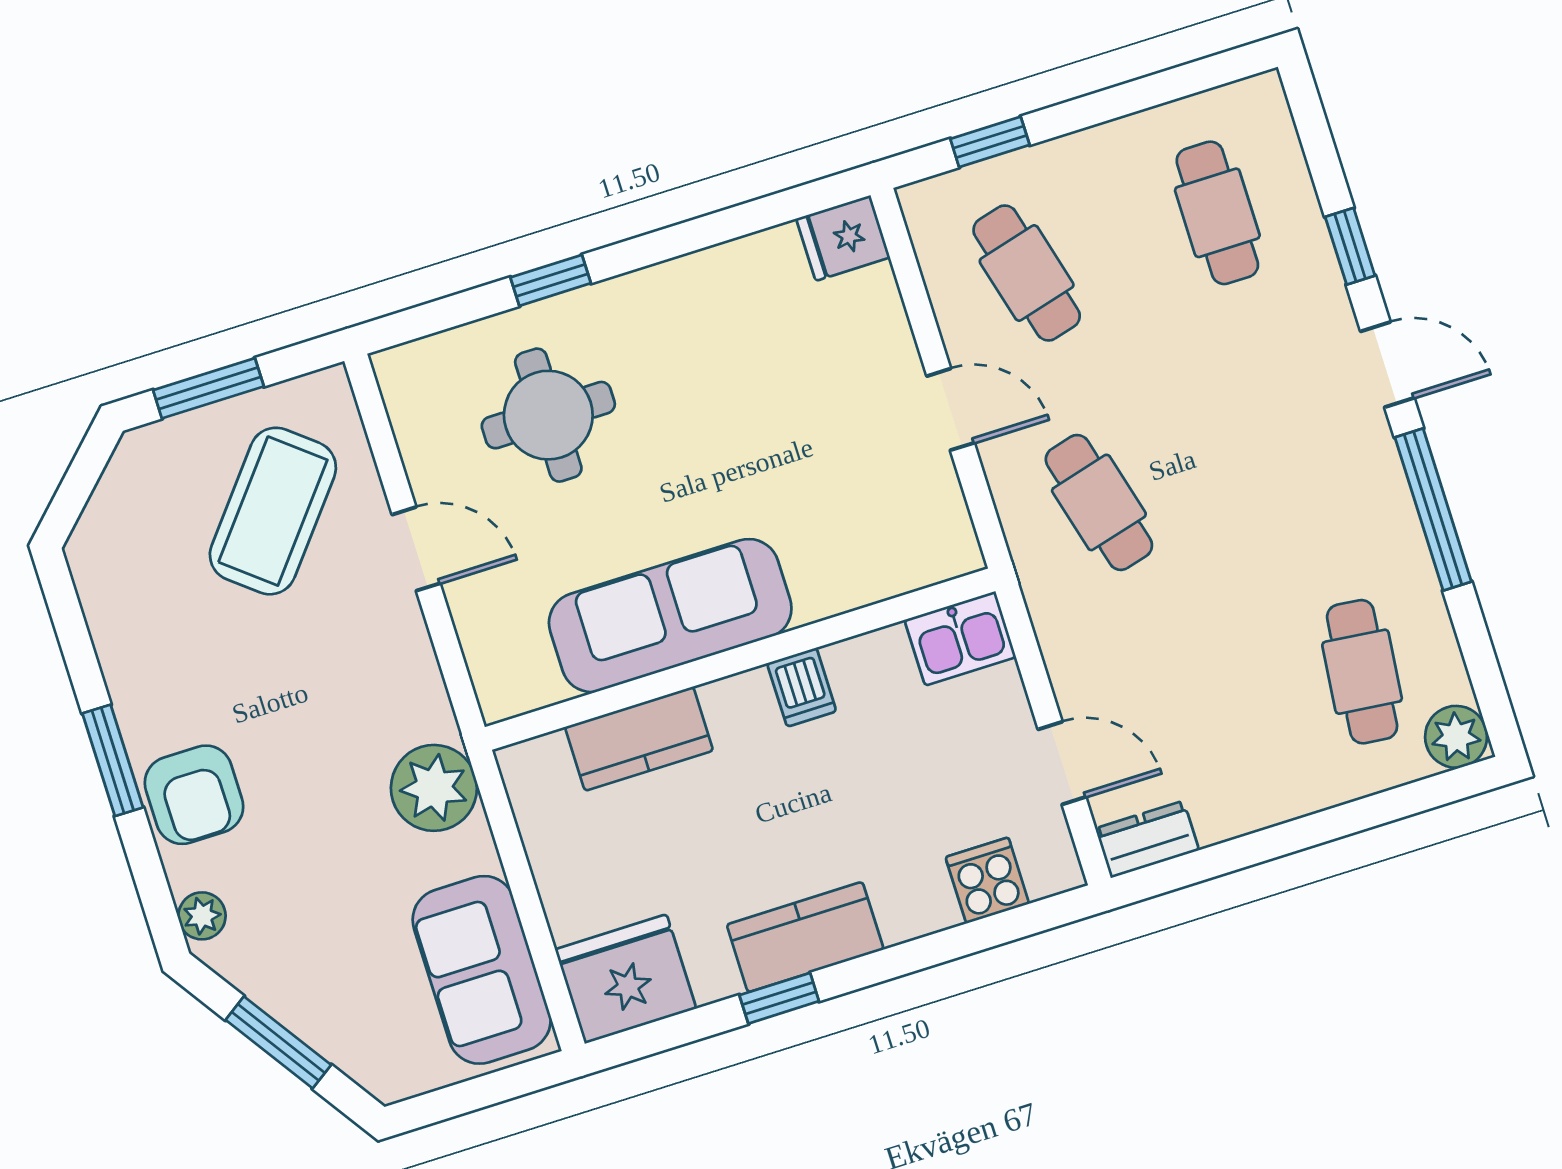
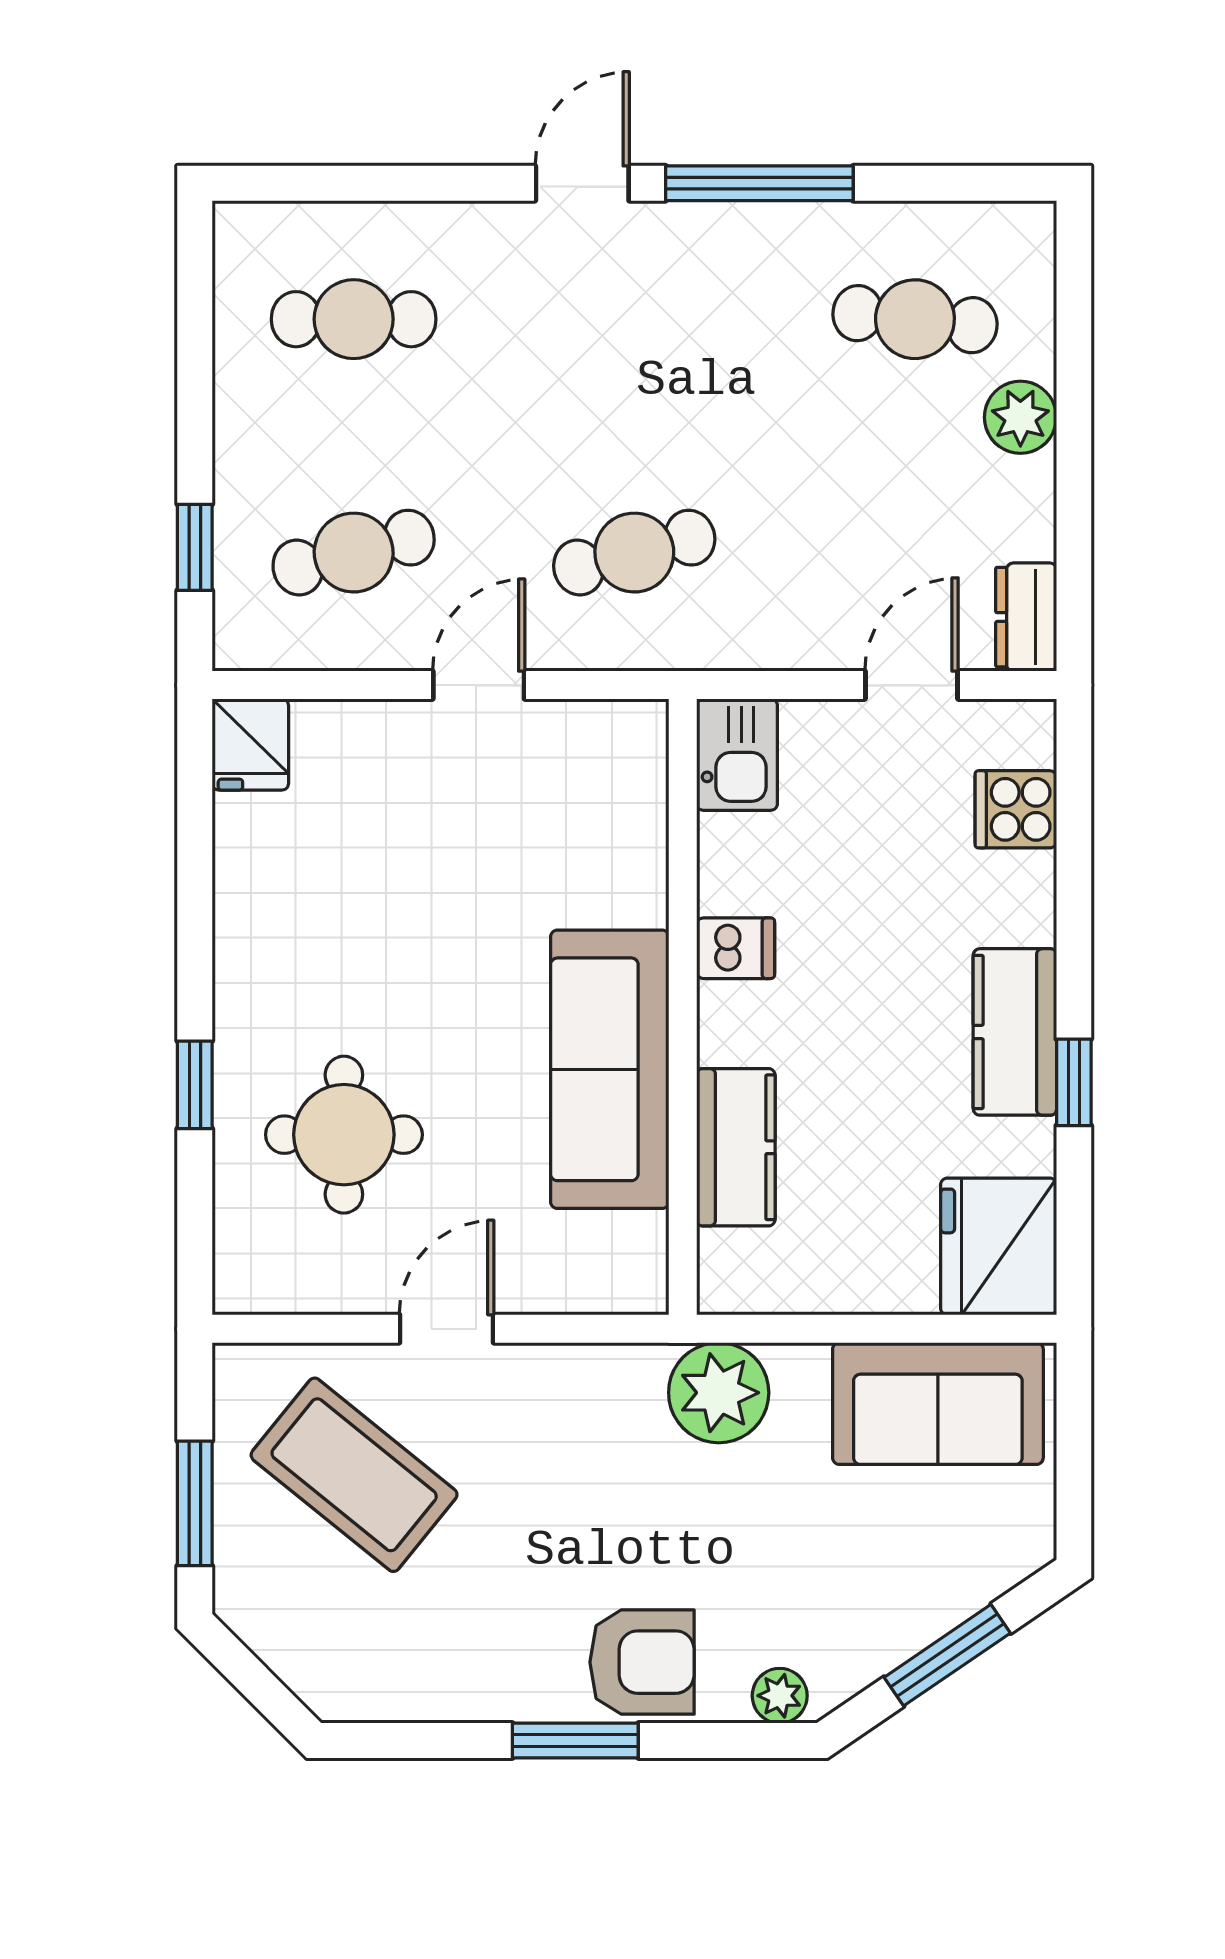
window: (1350, 246) -> (437, 183), removed
plant: (1456, 737) -> (1020, 417), moved

